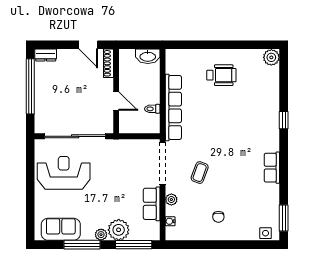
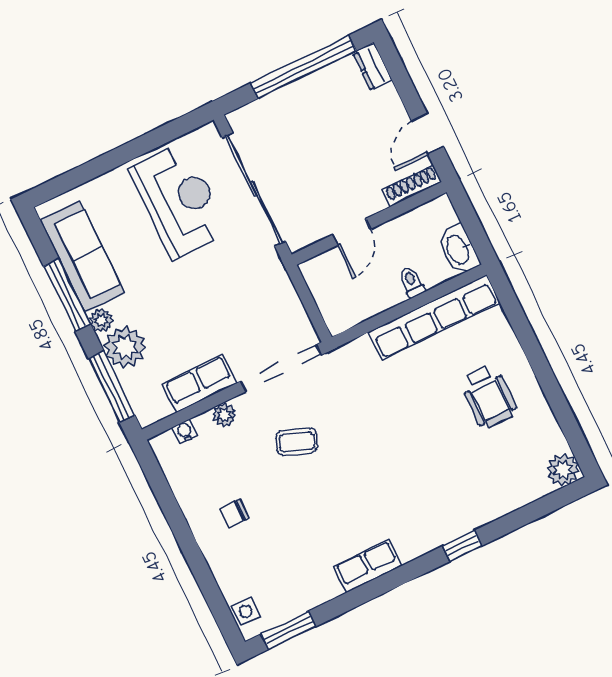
row of seats: (173, 107) -> (434, 317), moved
toilet: (152, 109) -> (412, 282), moved
sofa: (61, 229) -> (82, 256), width x1.36

